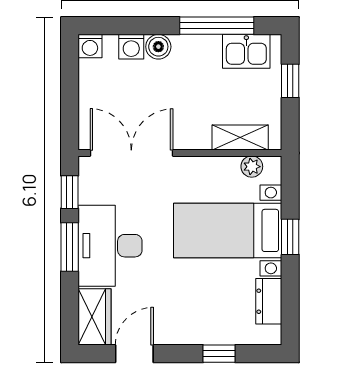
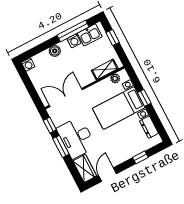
washing machine: (131, 47) -> (74, 41), moved

